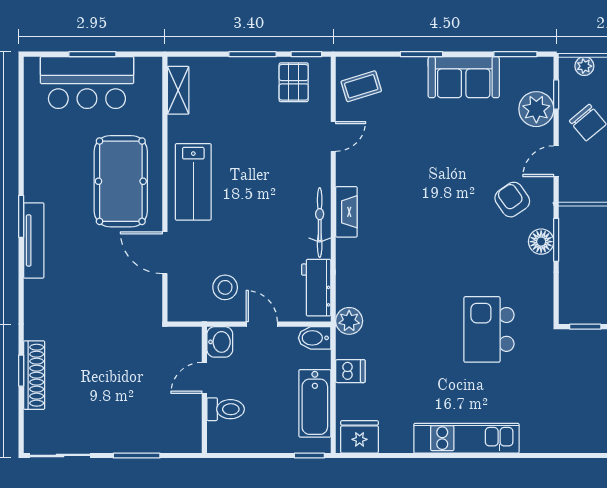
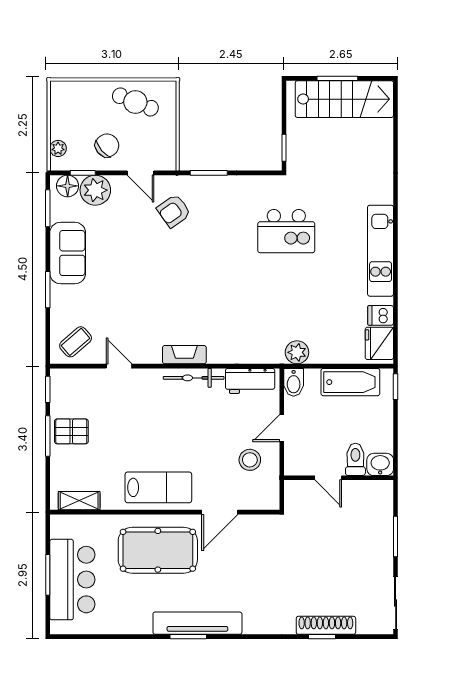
pallet: (294, 82) -> (71, 431), moved
coffee table: (361, 86) -> (76, 342), turned 66
tv unit: (34, 240) -> (197, 623), width x1.36, depth x1.29
floor lamp: (541, 242) -> (68, 186), moved
plant: (349, 321) -> (297, 352), moved
washbasin: (220, 342) -> (380, 464), moved
dishwasher: (350, 371) -> (381, 315), moved, turned -90

